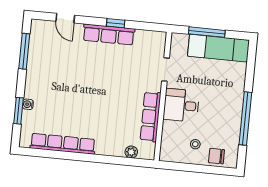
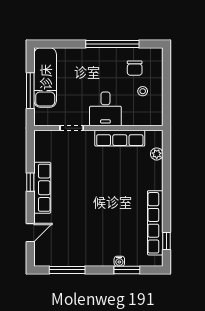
window: (43, 153) -> (166, 241), added
chair: (216, 156) -> (135, 68), moved

